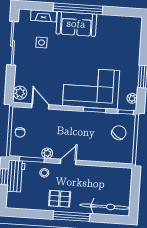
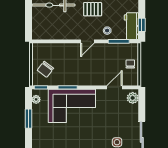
door: (40, 106) -> (115, 87), swing flipped
plant: (47, 153) -> (106, 48), removed

